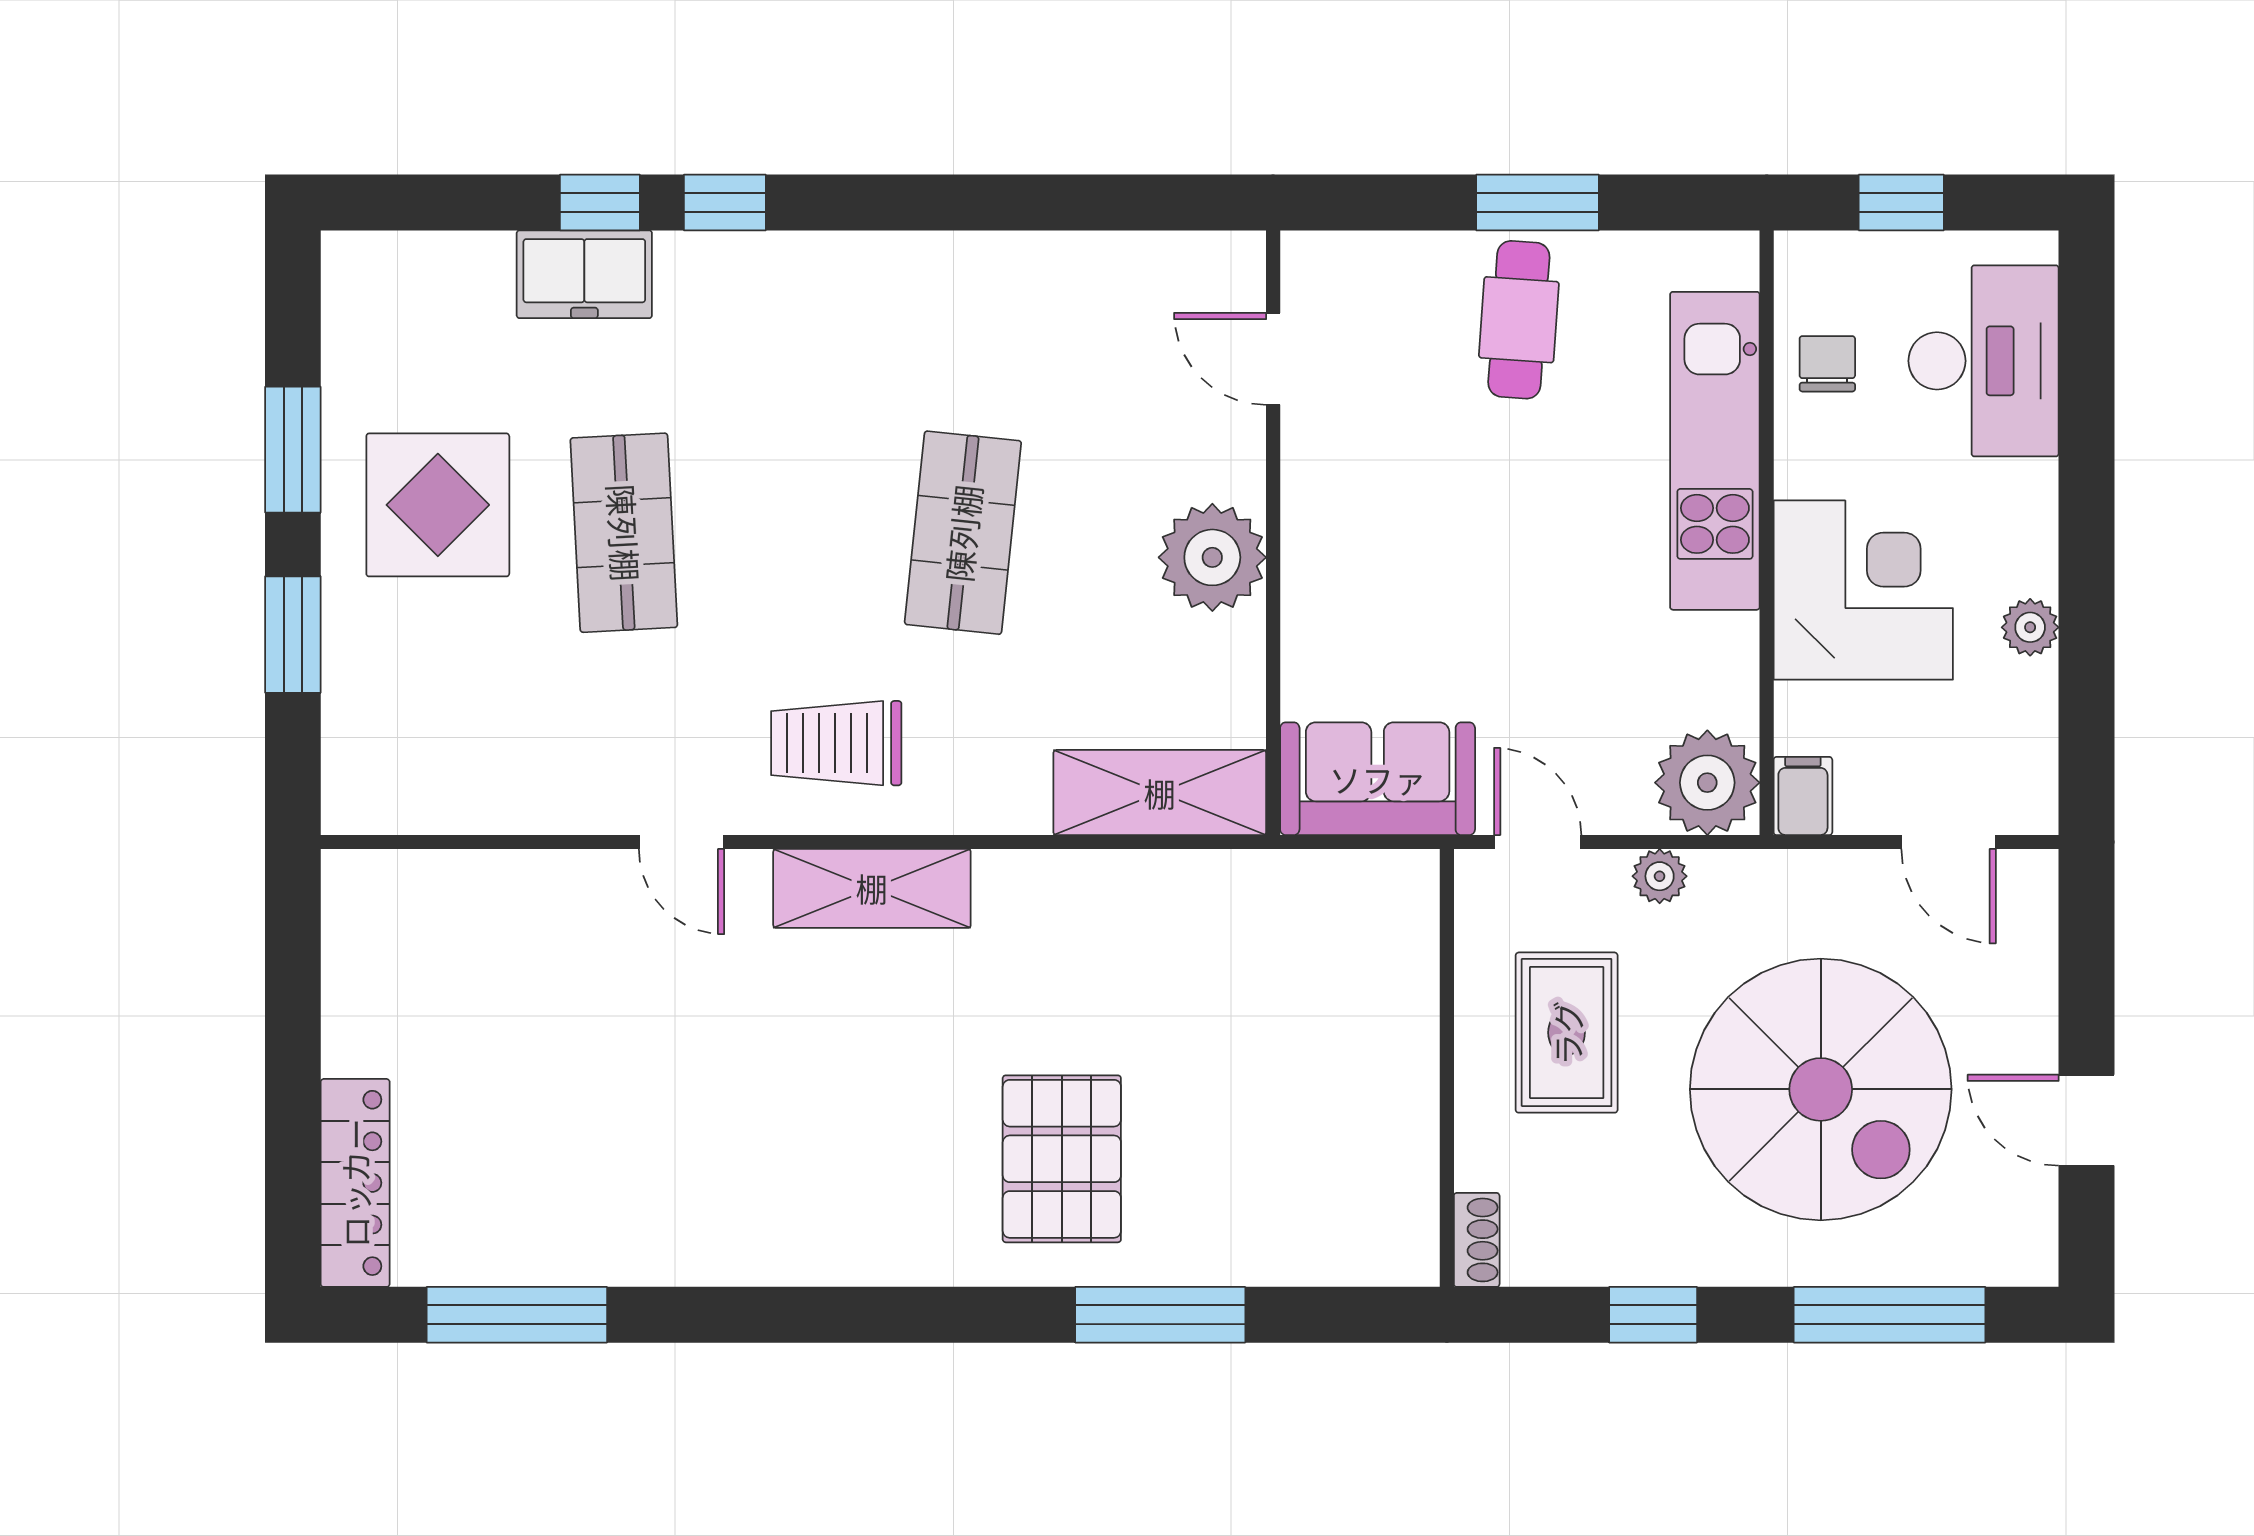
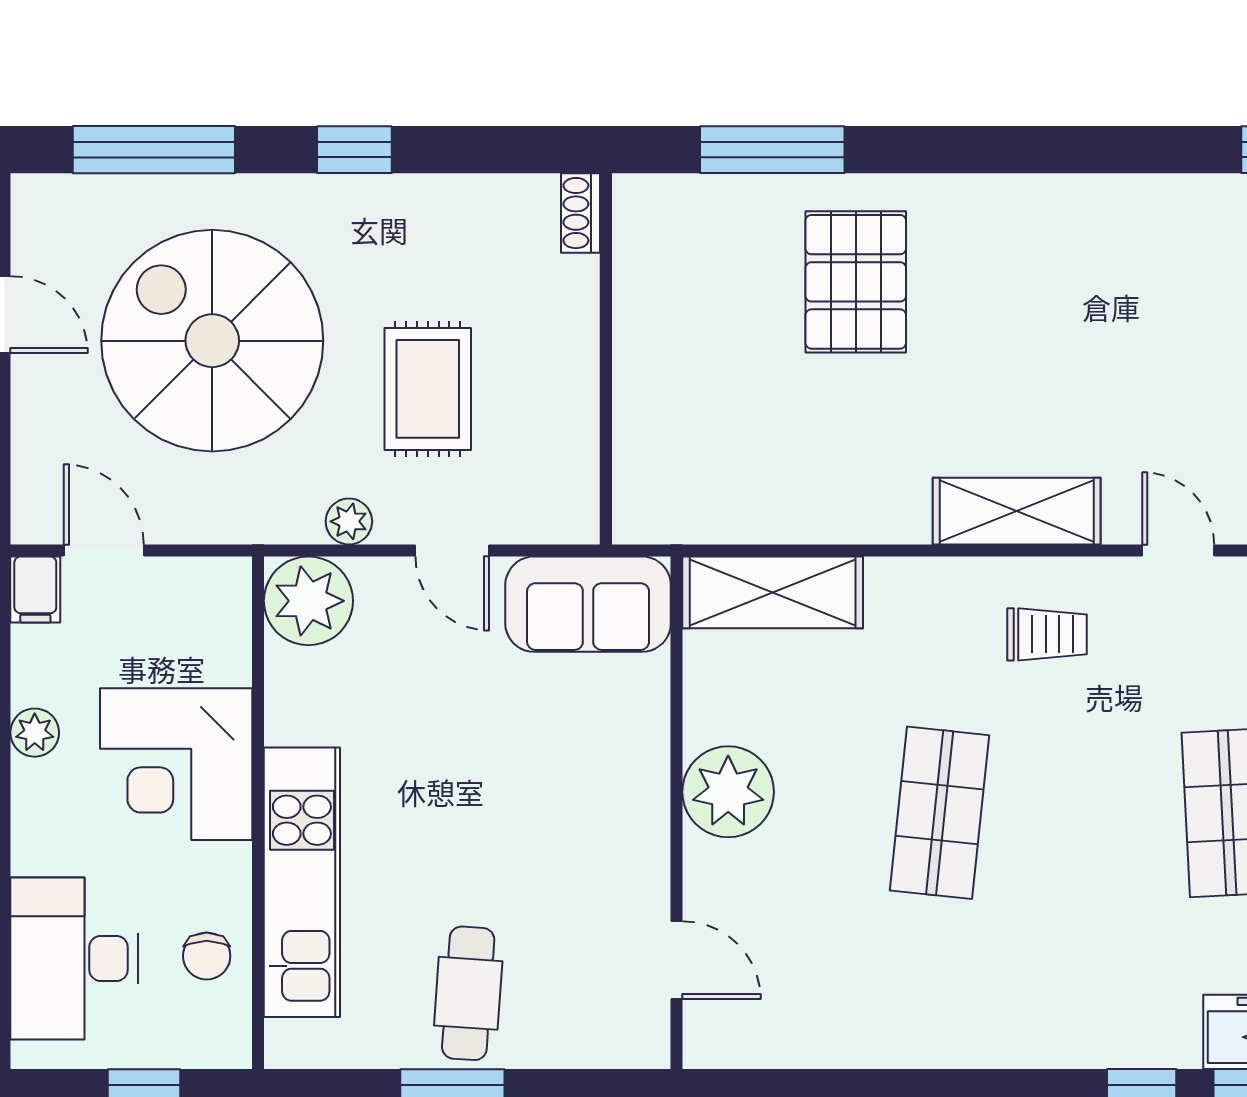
trolley: (836, 743) -> (1047, 634), width x0.73, depth x0.72
filing cabinet: (1803, 796) -> (35, 590), moved
wall: (1447, 1068) -> (606, 359), moved
shoe rack: (1477, 1240) -> (581, 213), moved

